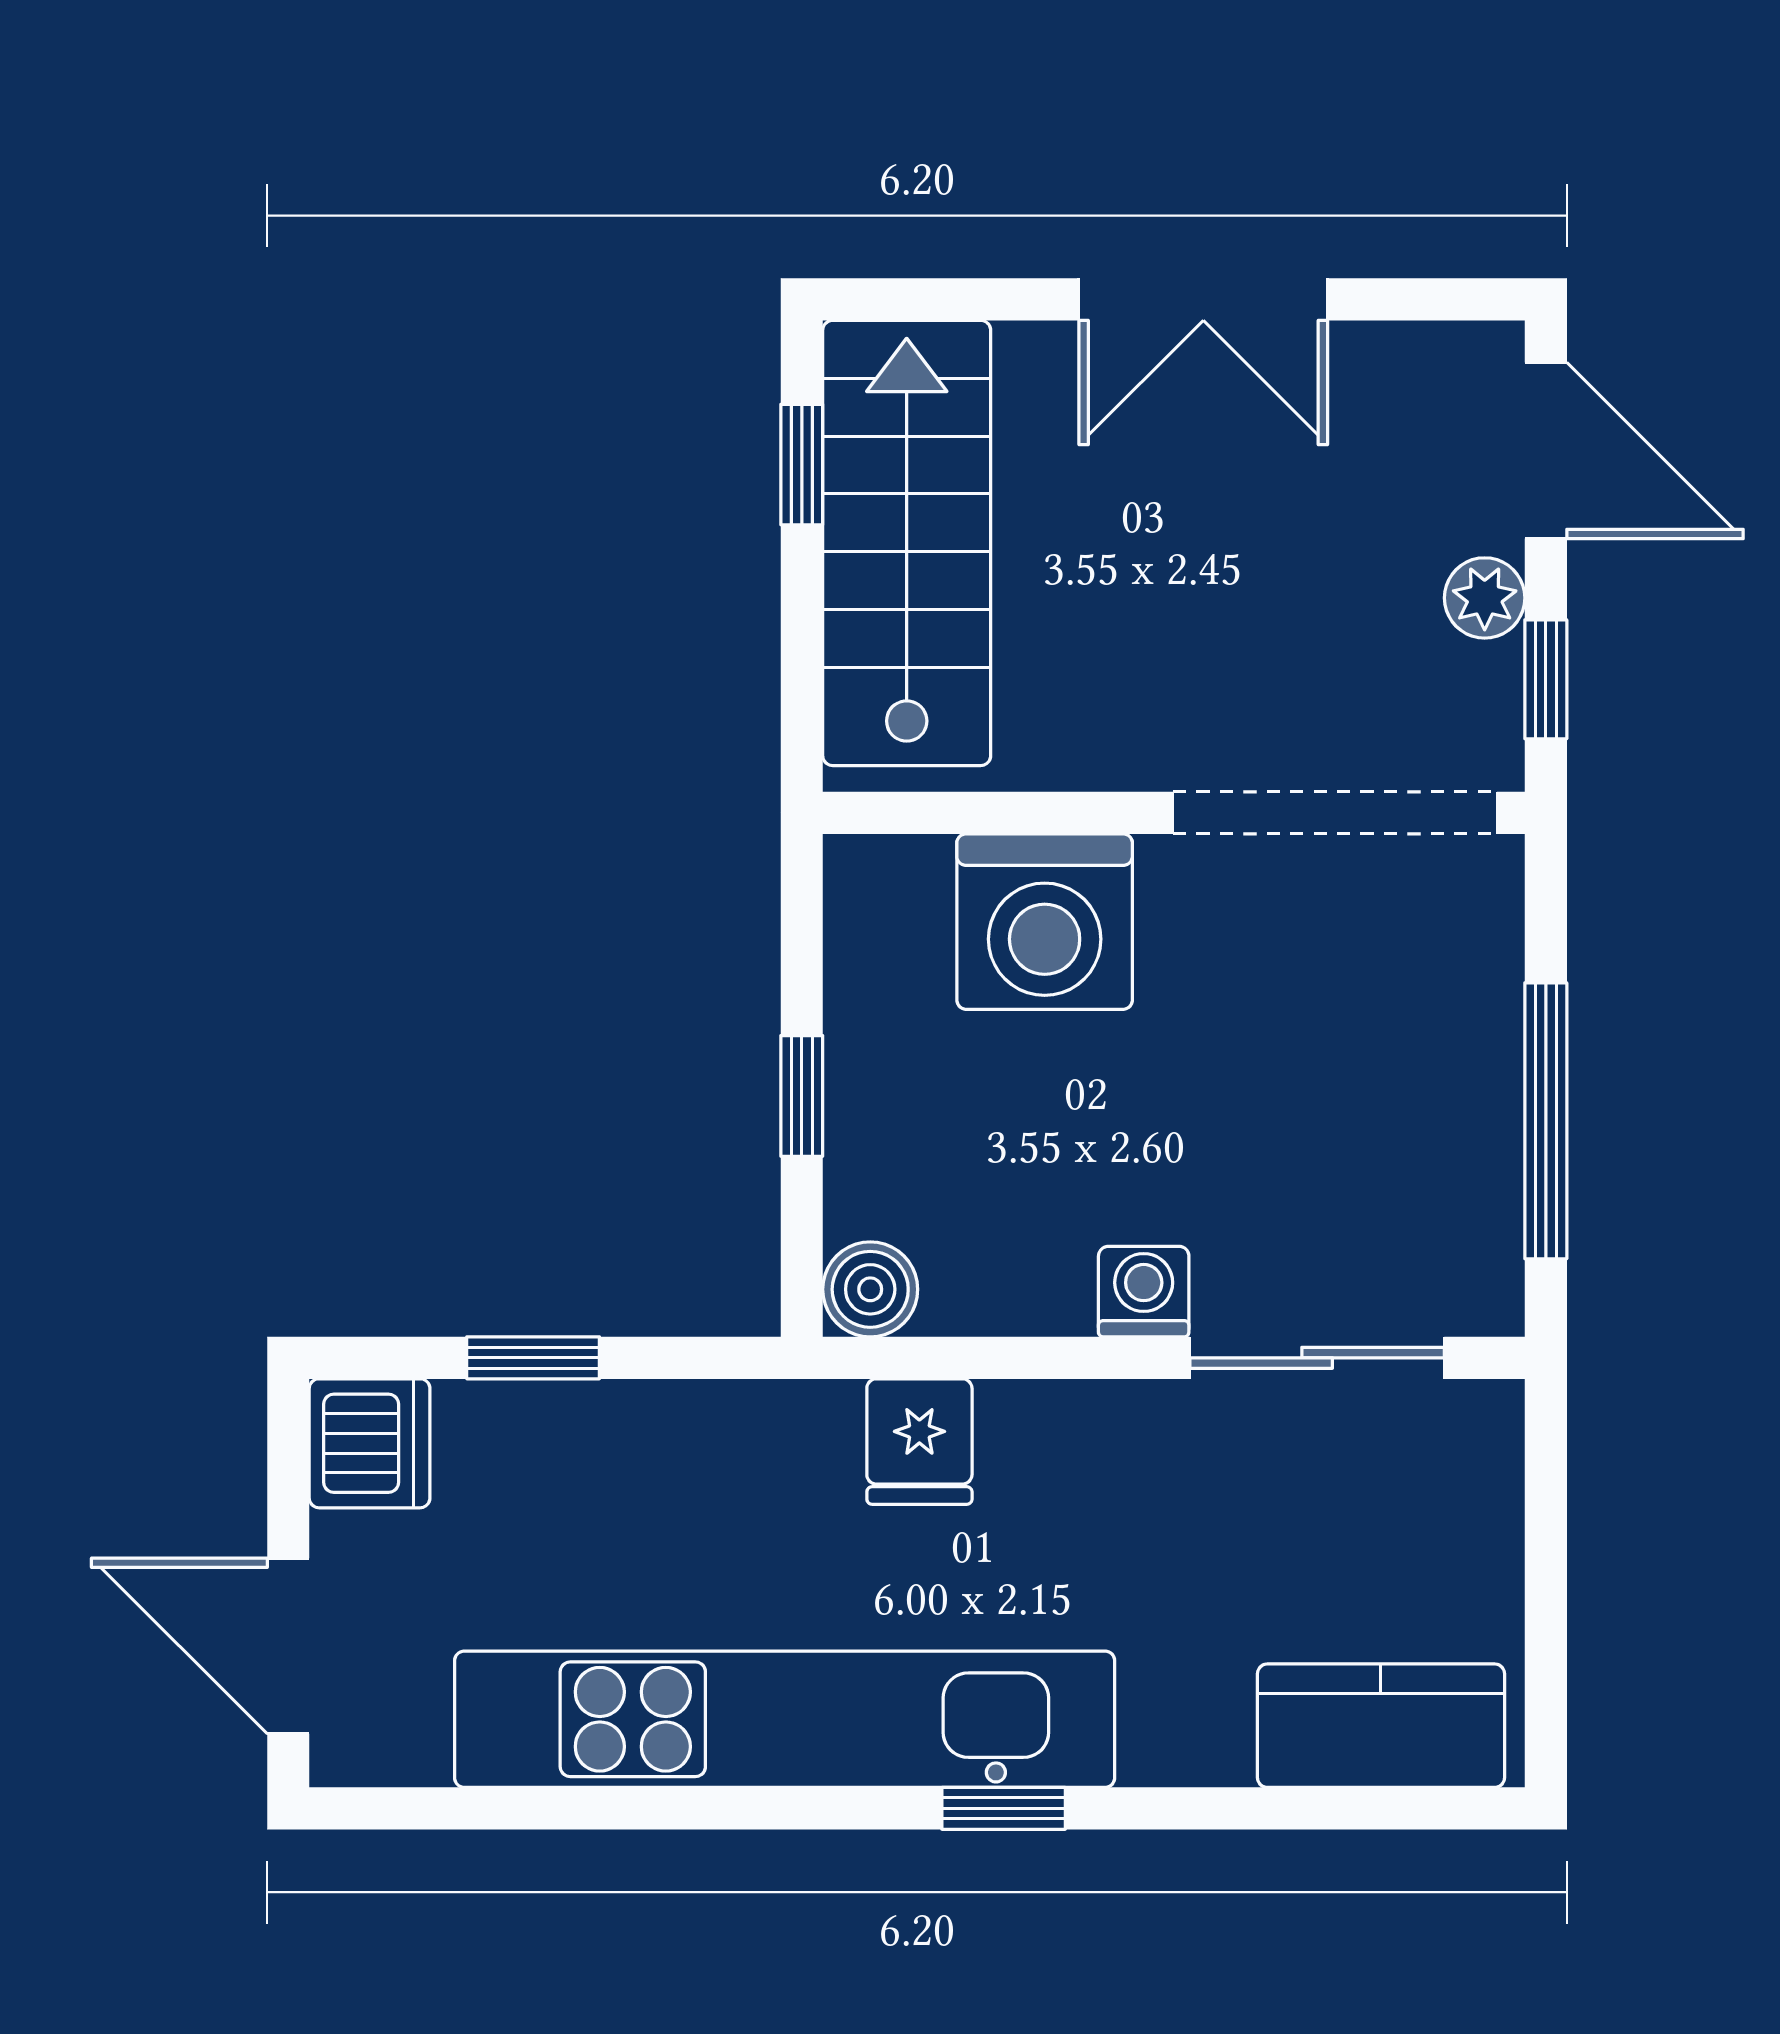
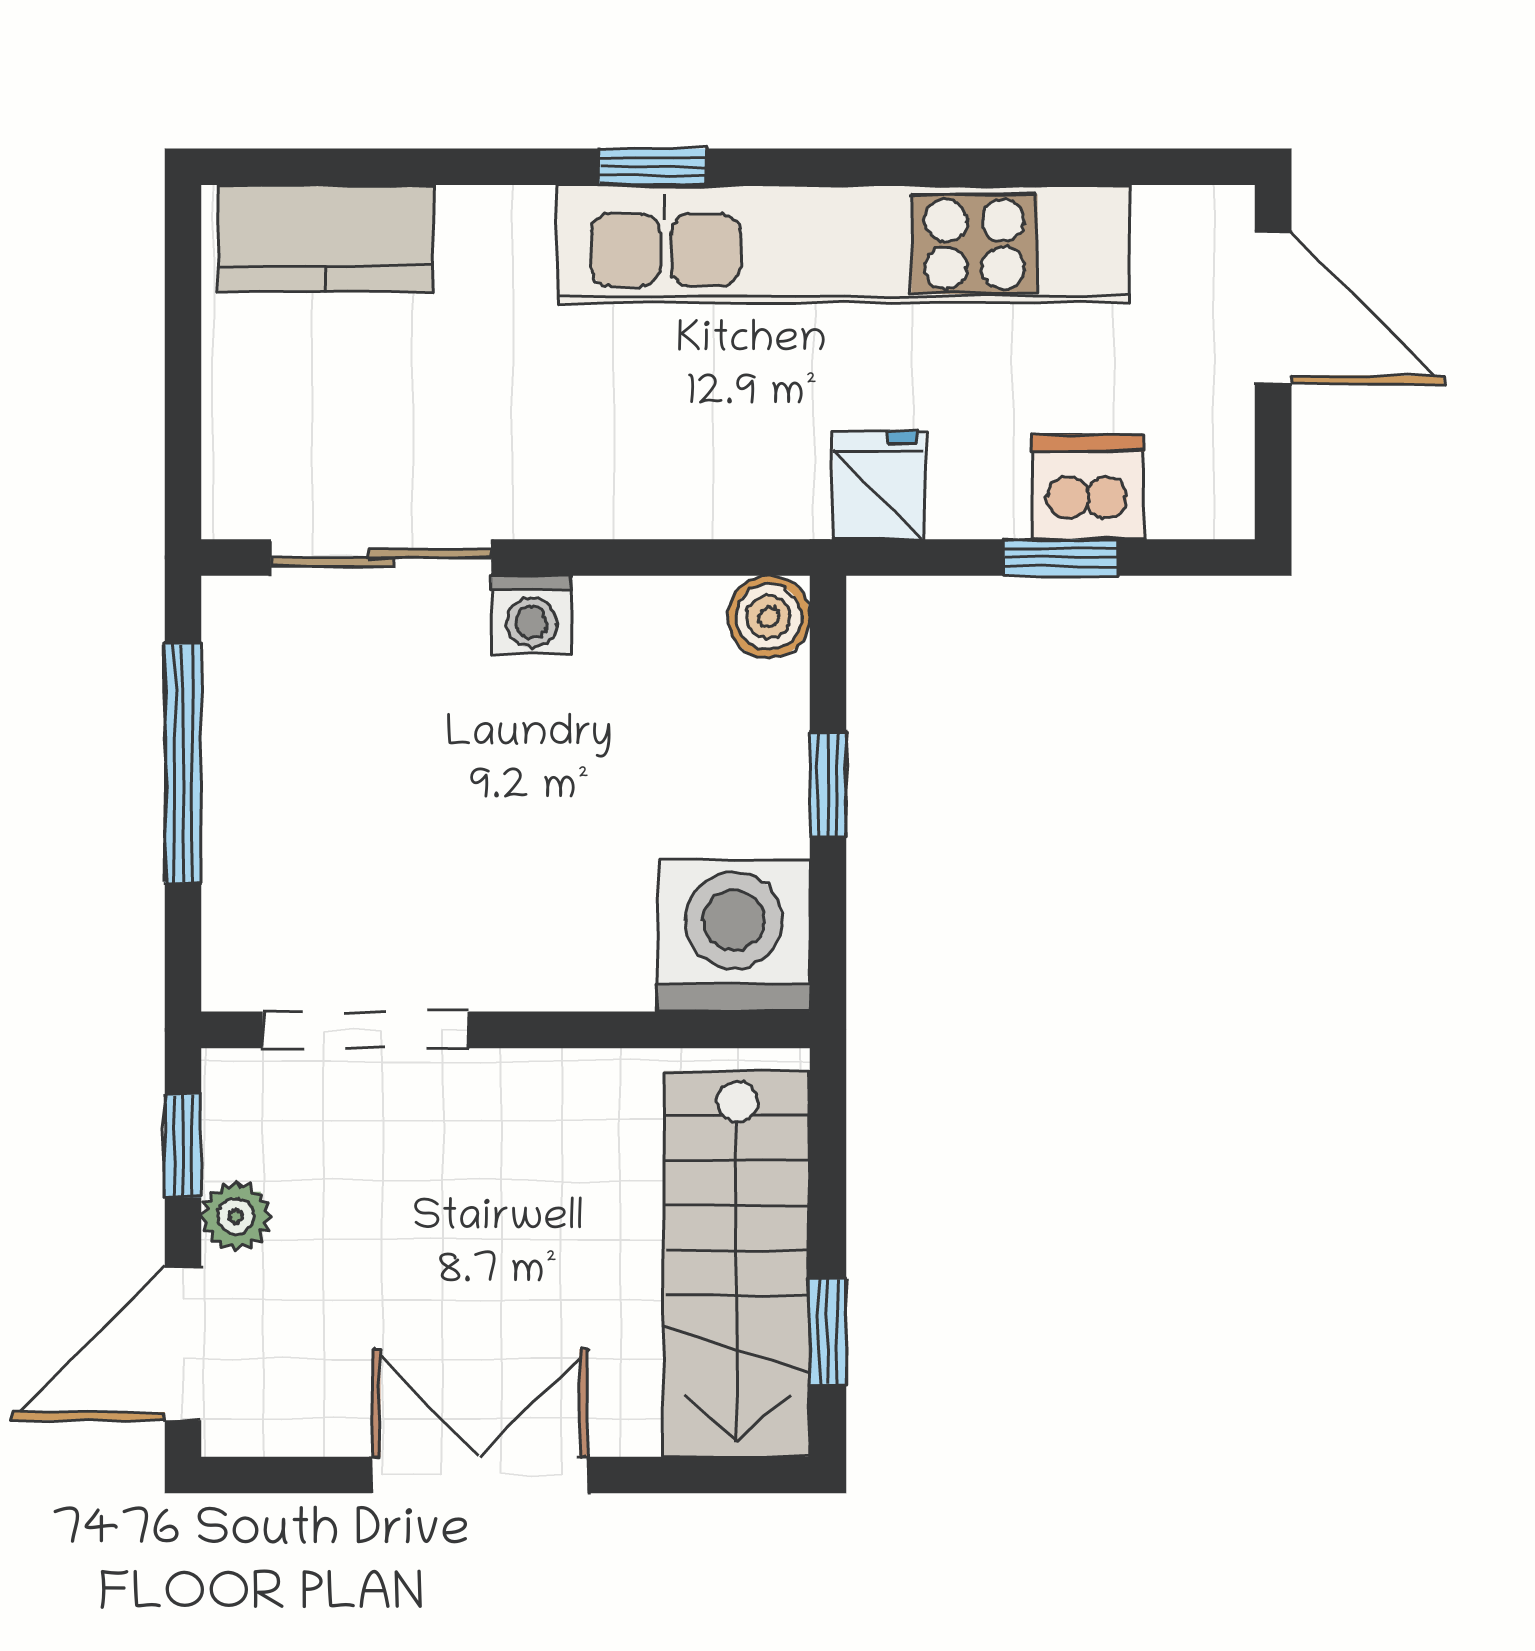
door: (1546, 451) -> (183, 1344), hinge flipped
doorway: (1335, 813) -> (366, 1030), width x0.73
washing machine: (1045, 922) -> (734, 936), moved
fridge: (919, 1442) -> (879, 485), moved
dishwasher: (370, 1443) -> (1088, 487), moved, turned 90

